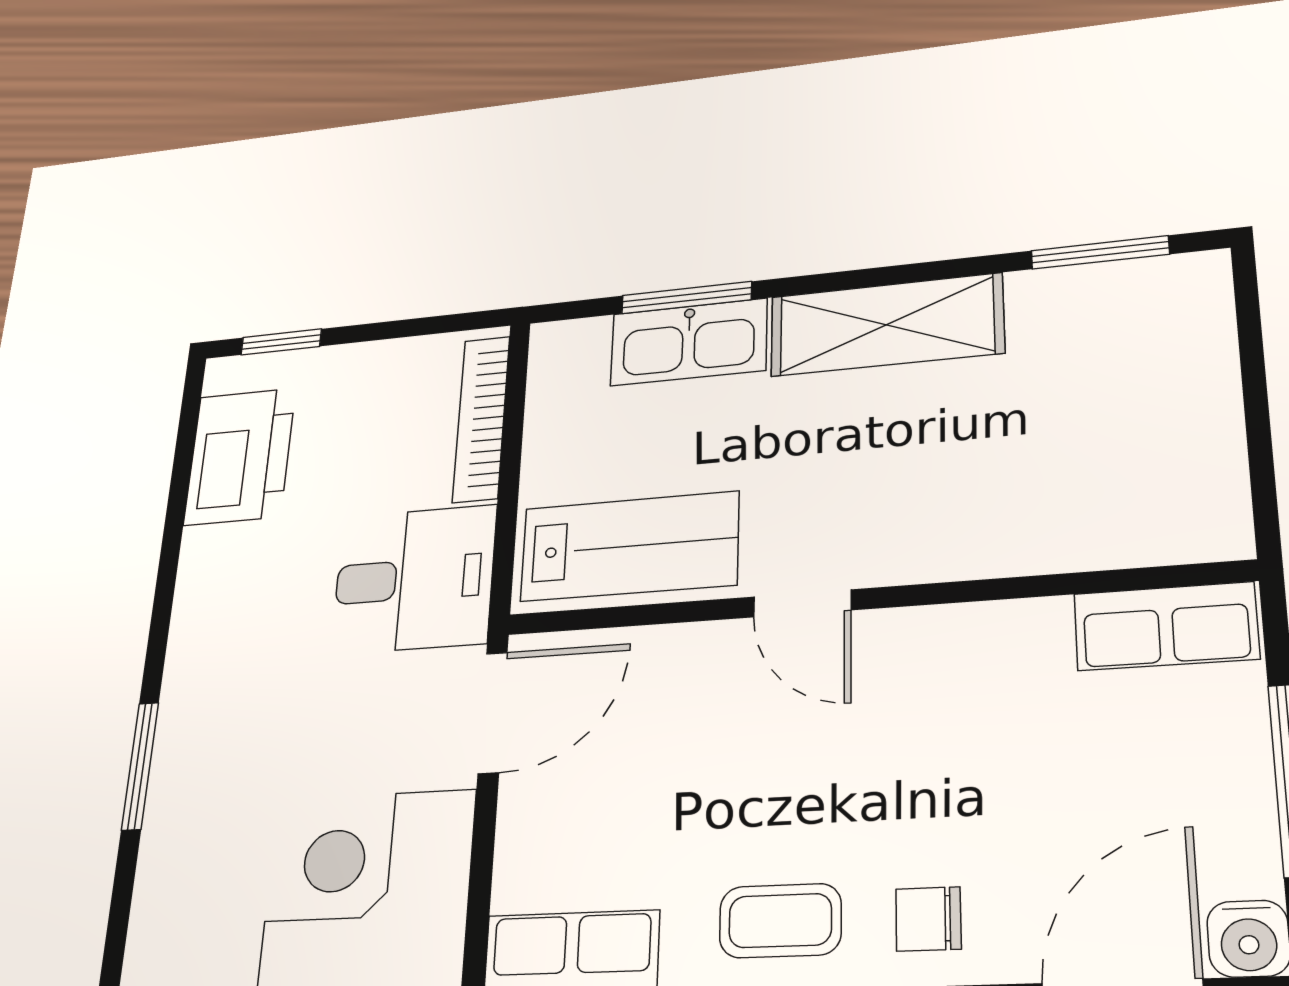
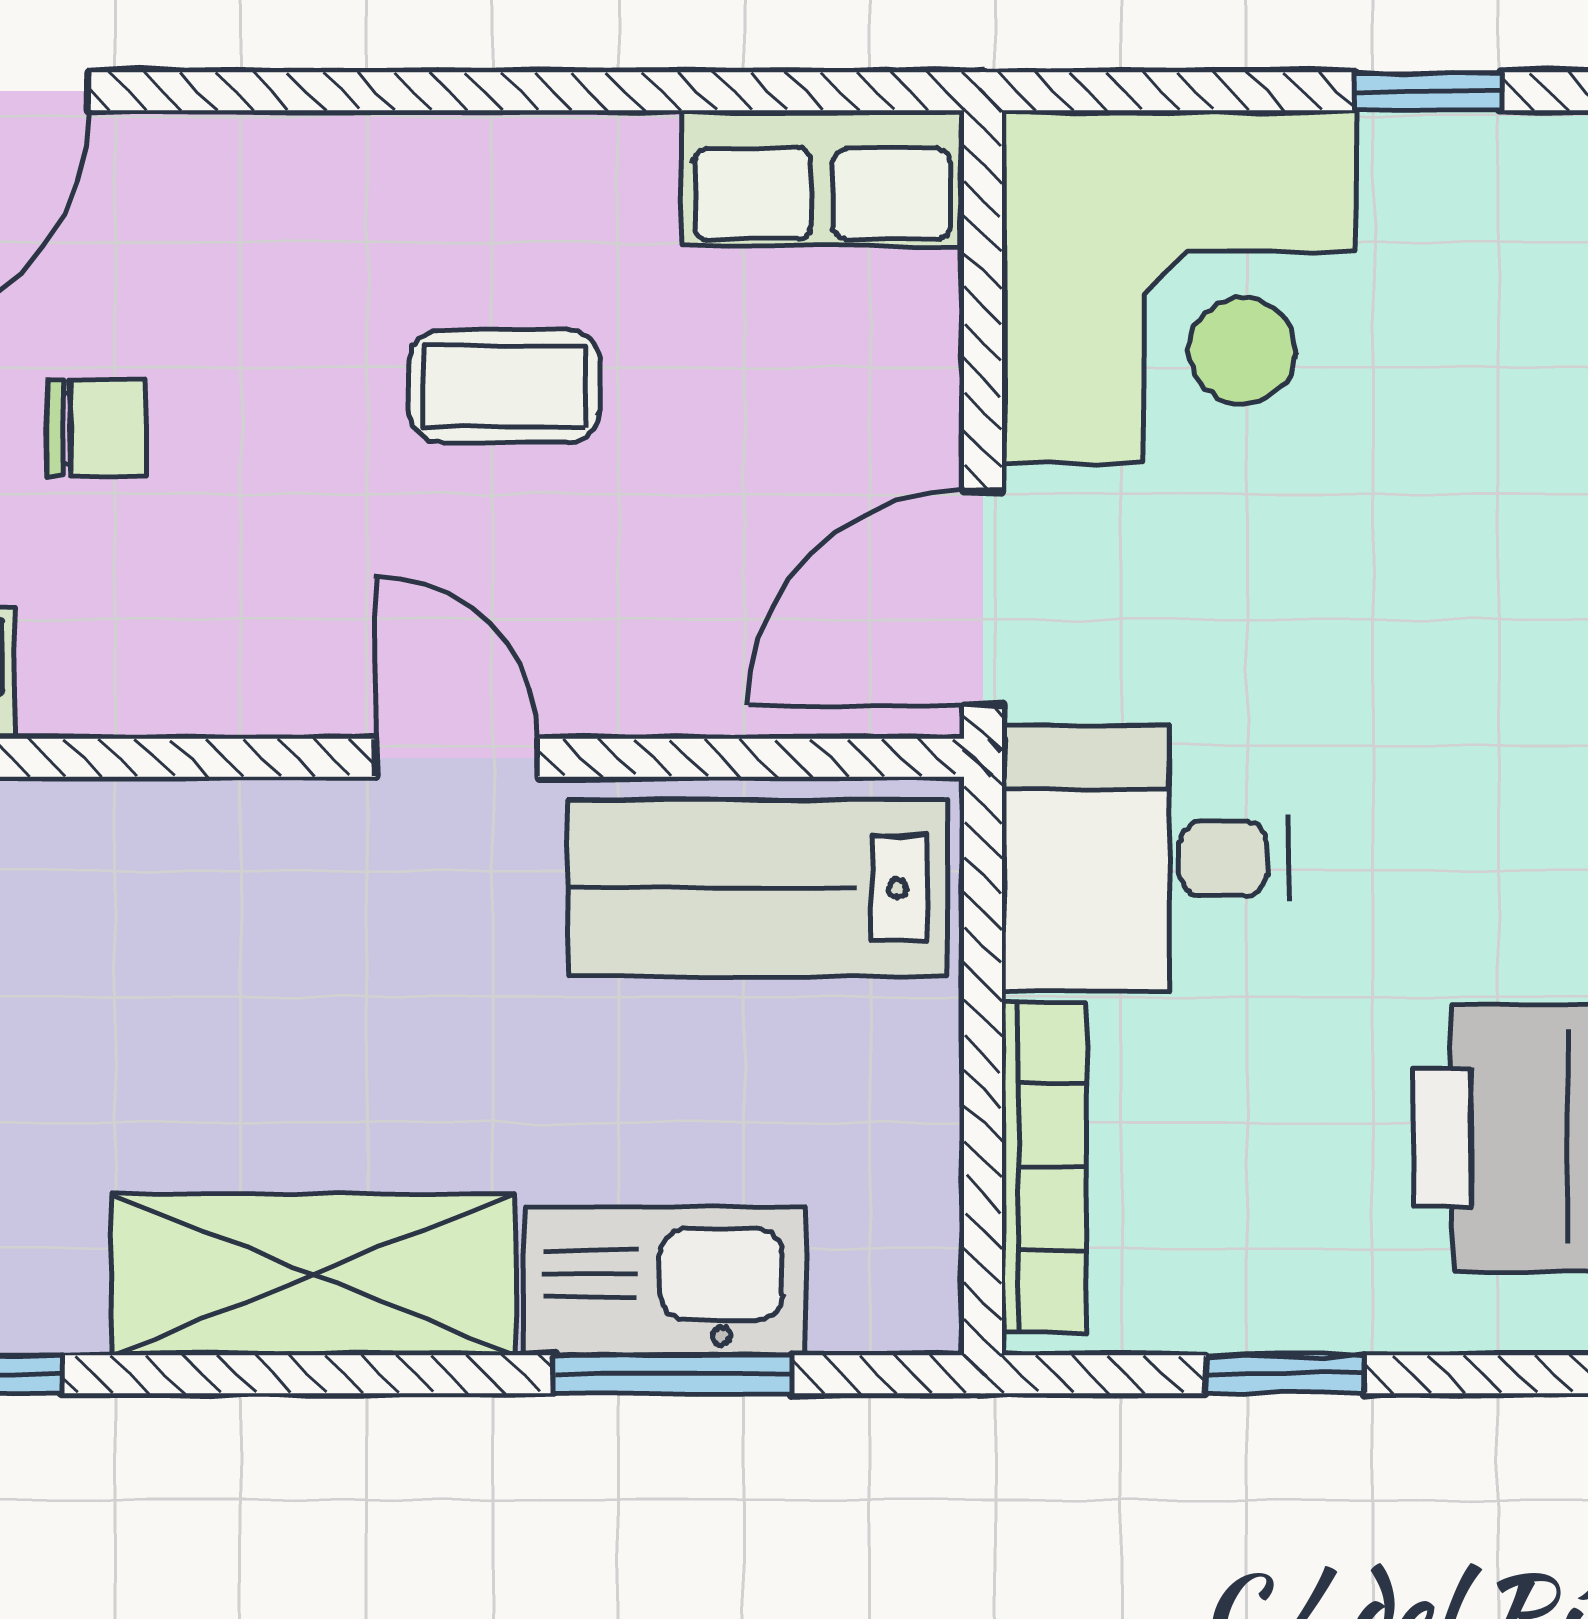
window: (281, 342) -> (1285, 1374), moved
chair: (928, 919) -> (96, 428), moved
coffee table: (780, 921) -> (505, 386), moved

